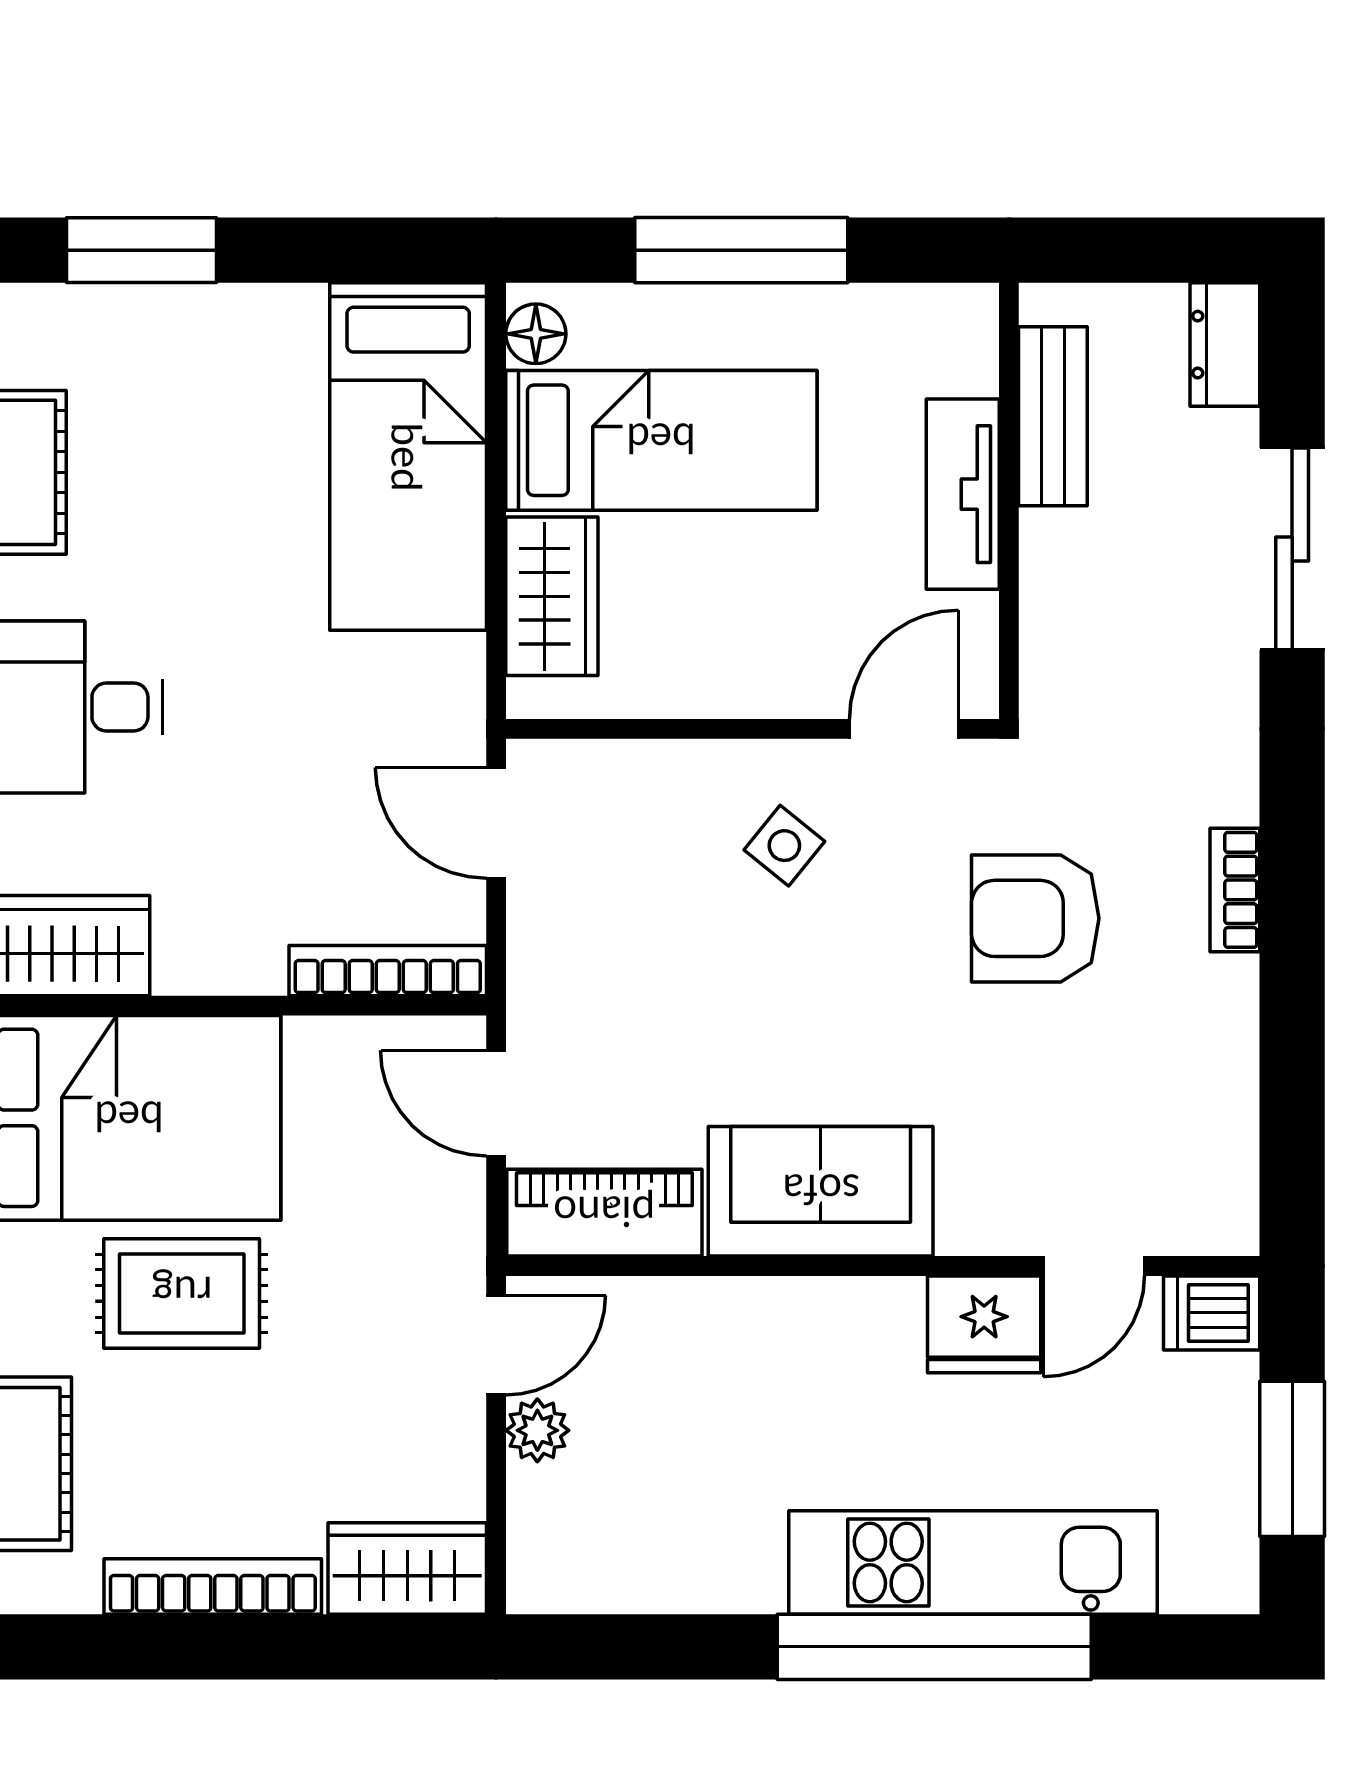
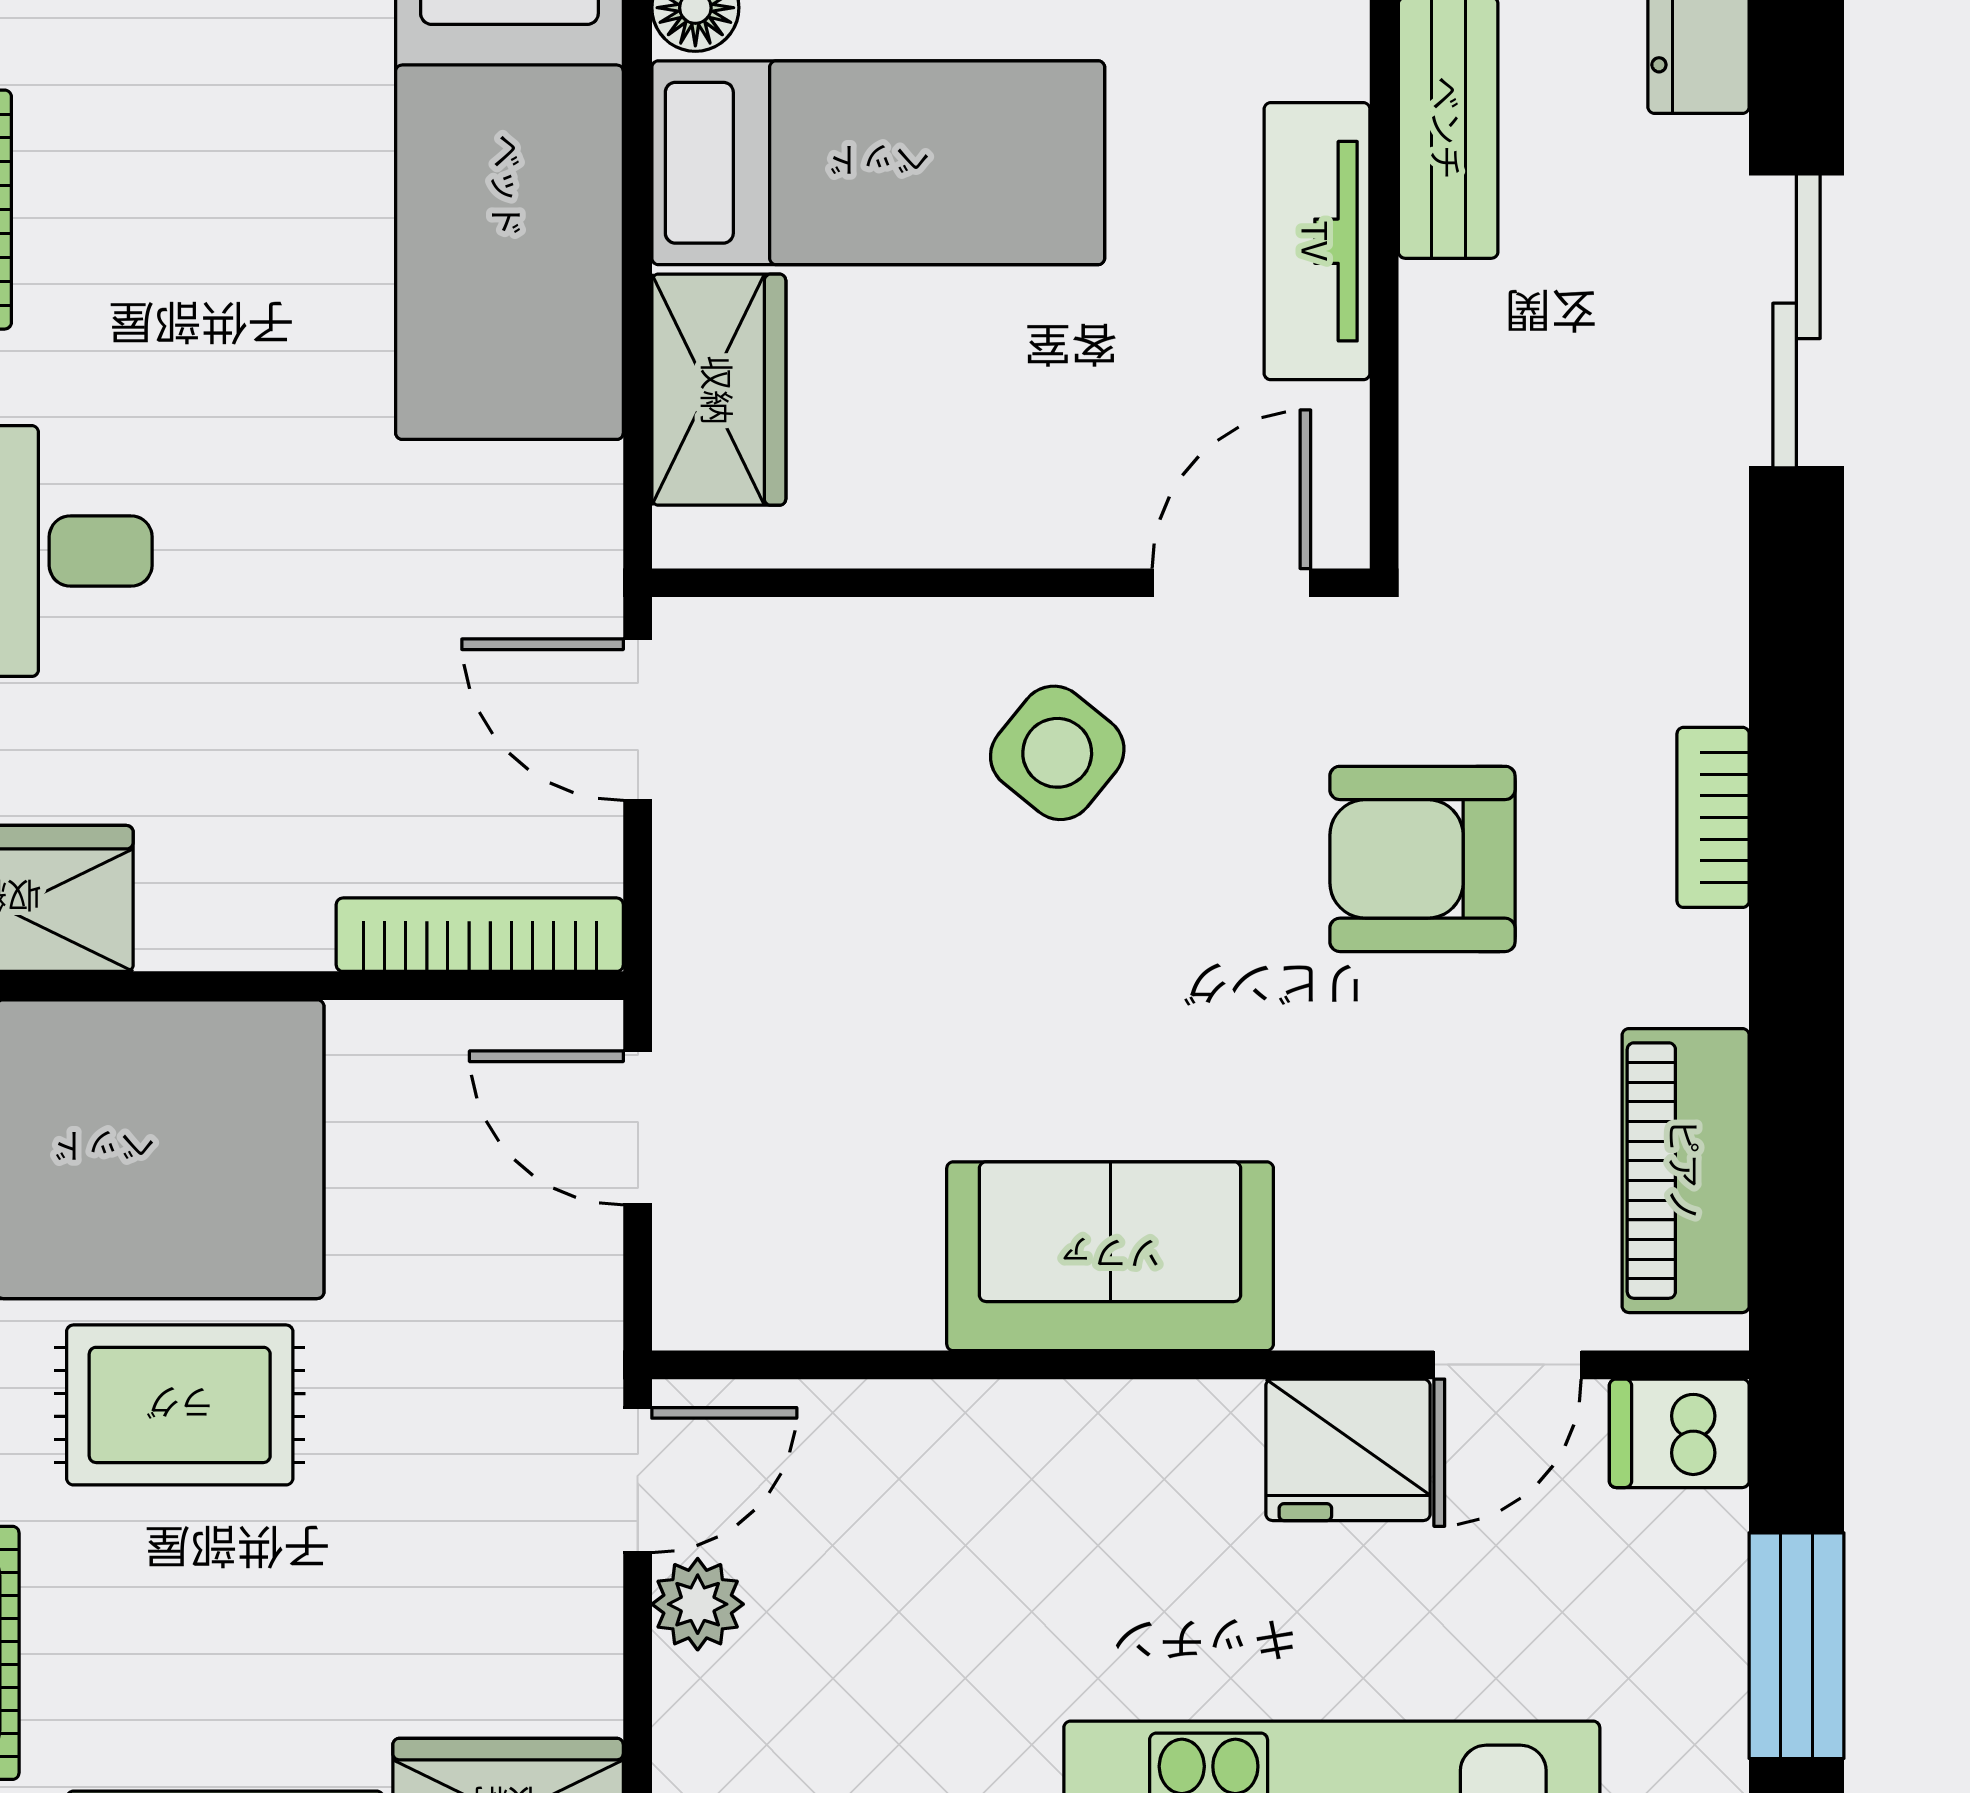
side table: (784, 846) -> (1057, 753), width x1.37, depth x1.37
piano: (604, 1213) -> (1686, 1171), moved, turned -90

